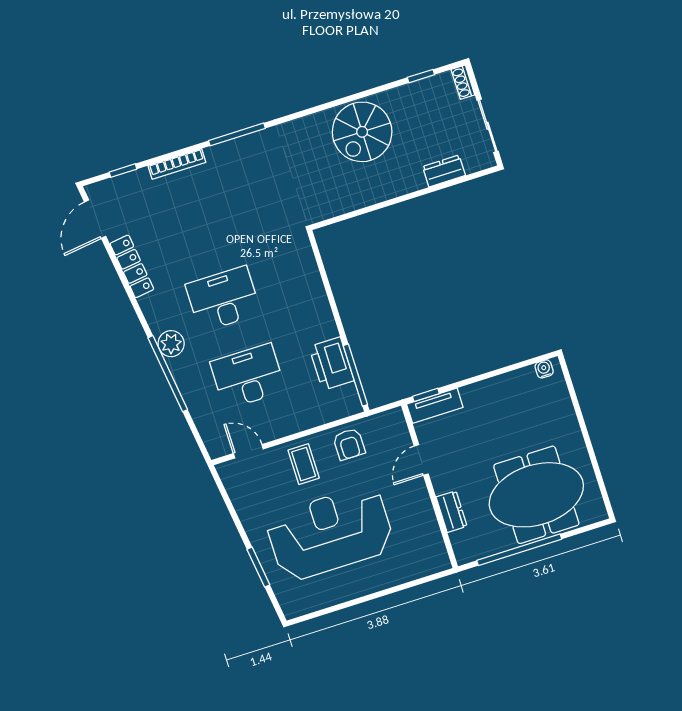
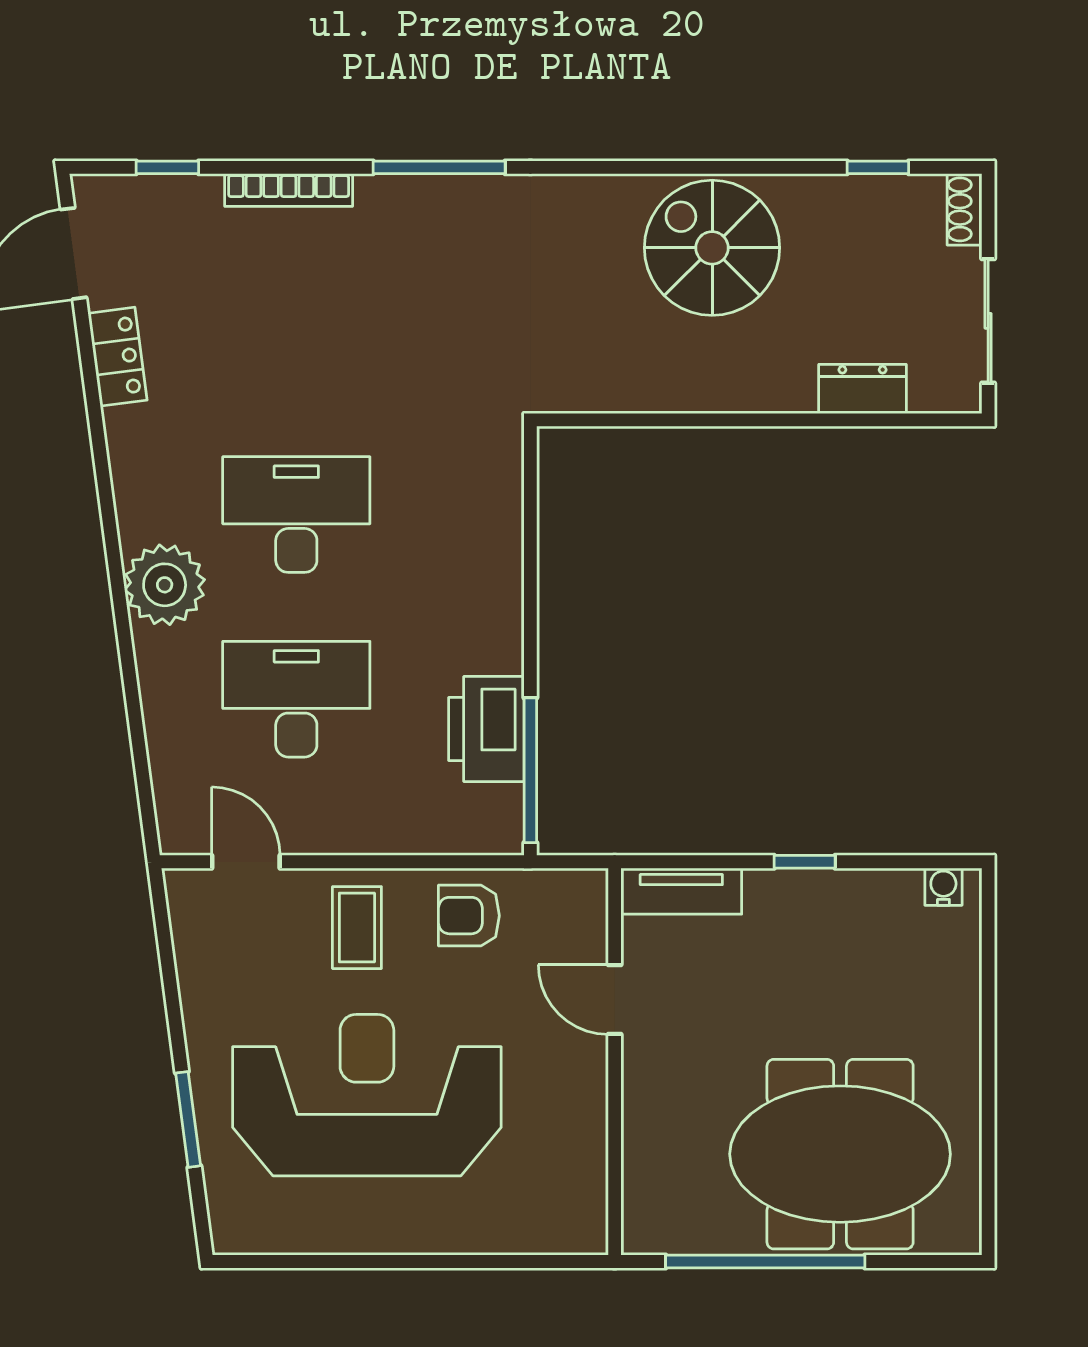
spiral stairs: (362, 132) -> (712, 248), turned 90
locker: (132, 266) -> (118, 357), width x0.66
plant: (171, 344) -> (165, 585), width x1.36, depth x1.36
window: (168, 374) -> (124, 638), removed
window: (426, 395) -> (805, 862), moved
armchair: (349, 444) -> (469, 916), turned 90
door: (421, 460) -> (615, 1000), hinge flipped
dresser: (452, 512) -> (645, 1132), removed

